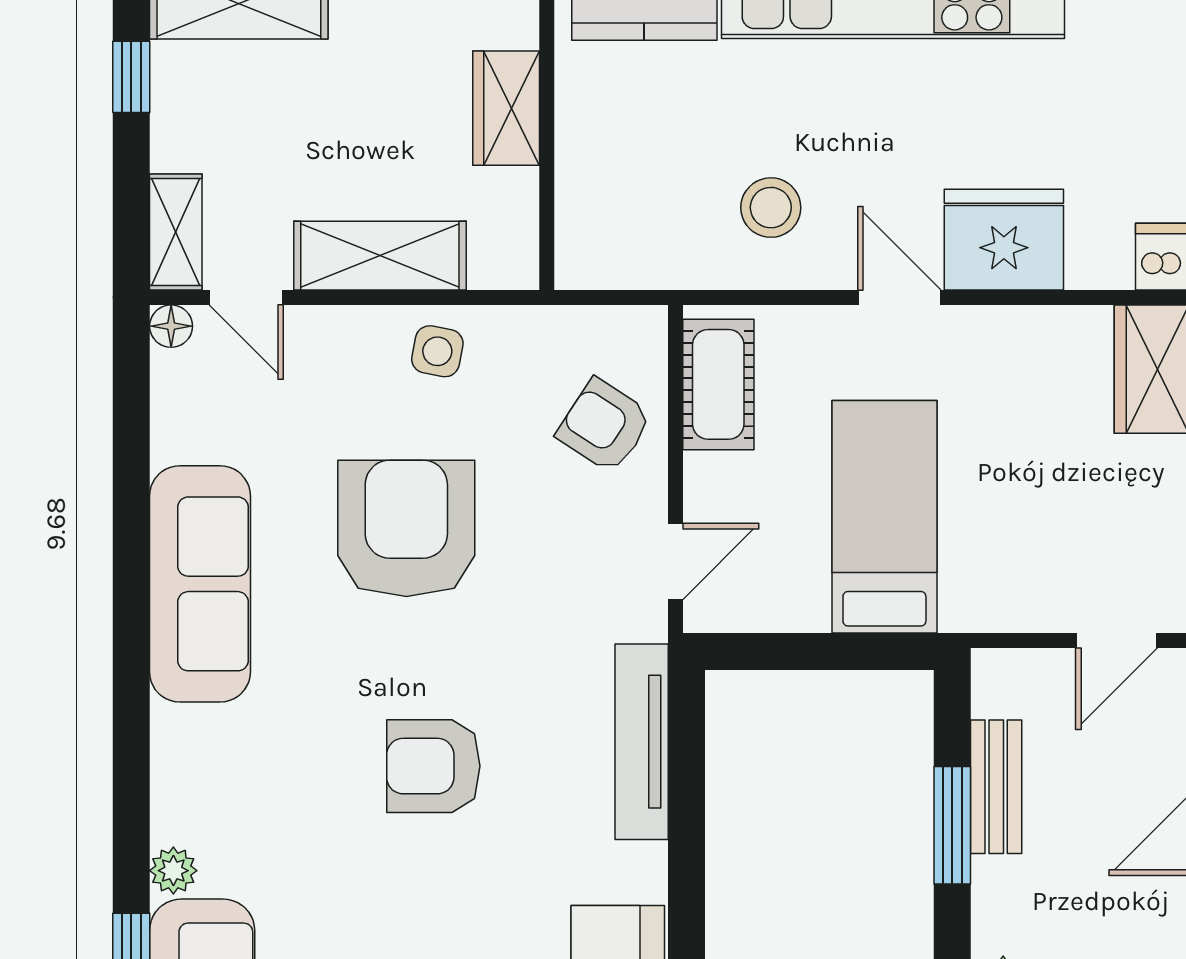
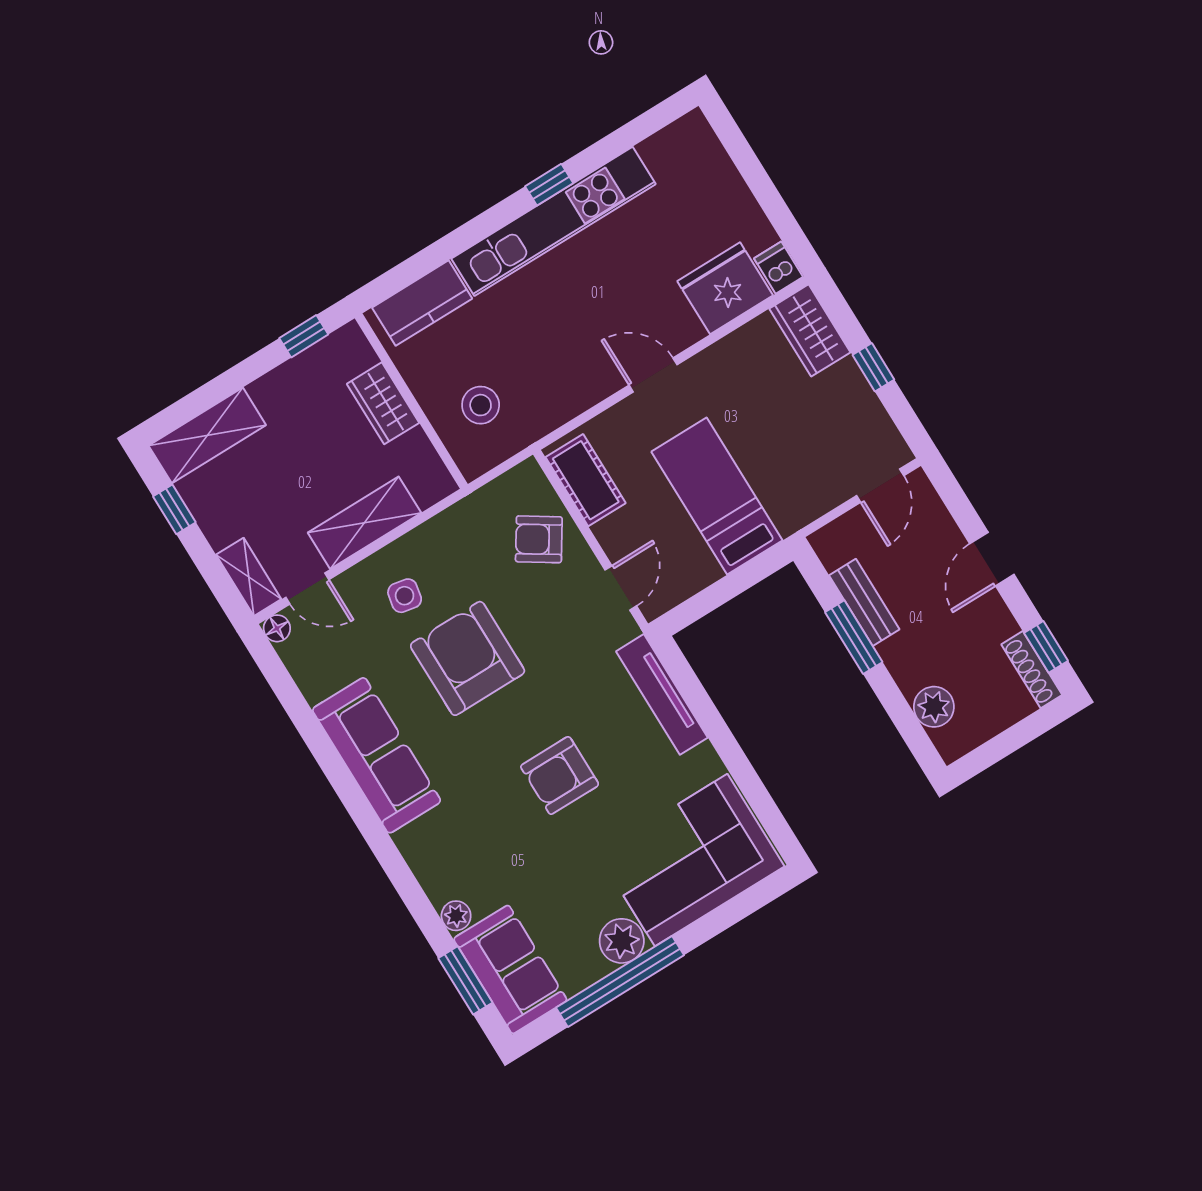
stool: (771, 208) -> (481, 405), moved
fridge: (1004, 240) -> (725, 288), moved
side table: (437, 351) -> (405, 596), moved

